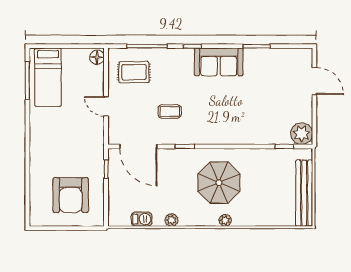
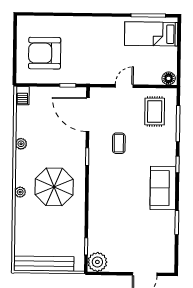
door: (138, 146) -> (88, 115), hinge flipped
barbecue: (142, 219) -> (22, 96), moved

